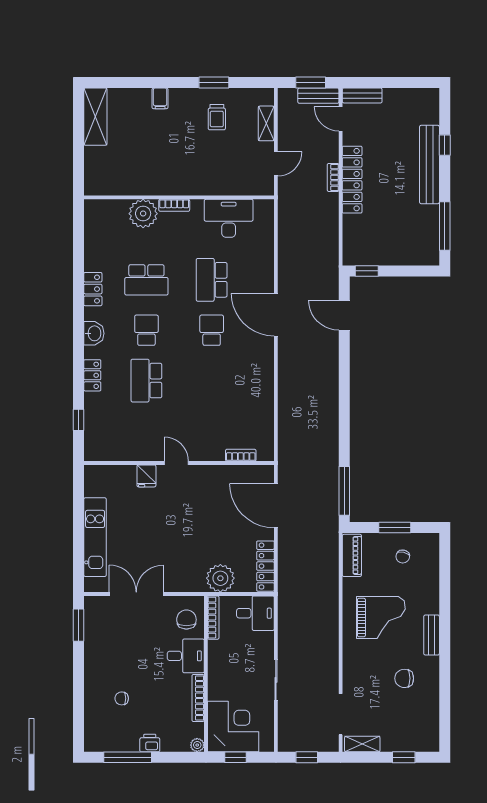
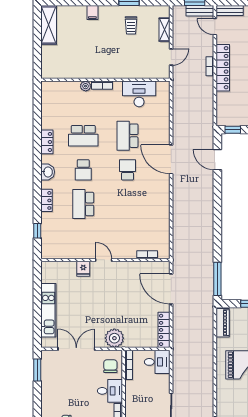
plant: (143, 214) -> (86, 86), width x0.53, depth x0.53
school desk: (146, 330) -> (83, 170), turned 180
plant: (220, 578) -> (114, 338), moved

